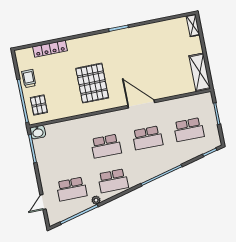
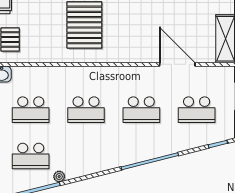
door: (141, 104) -> (177, 64), moved
school desk: (113, 181) -> (31, 110), moved

